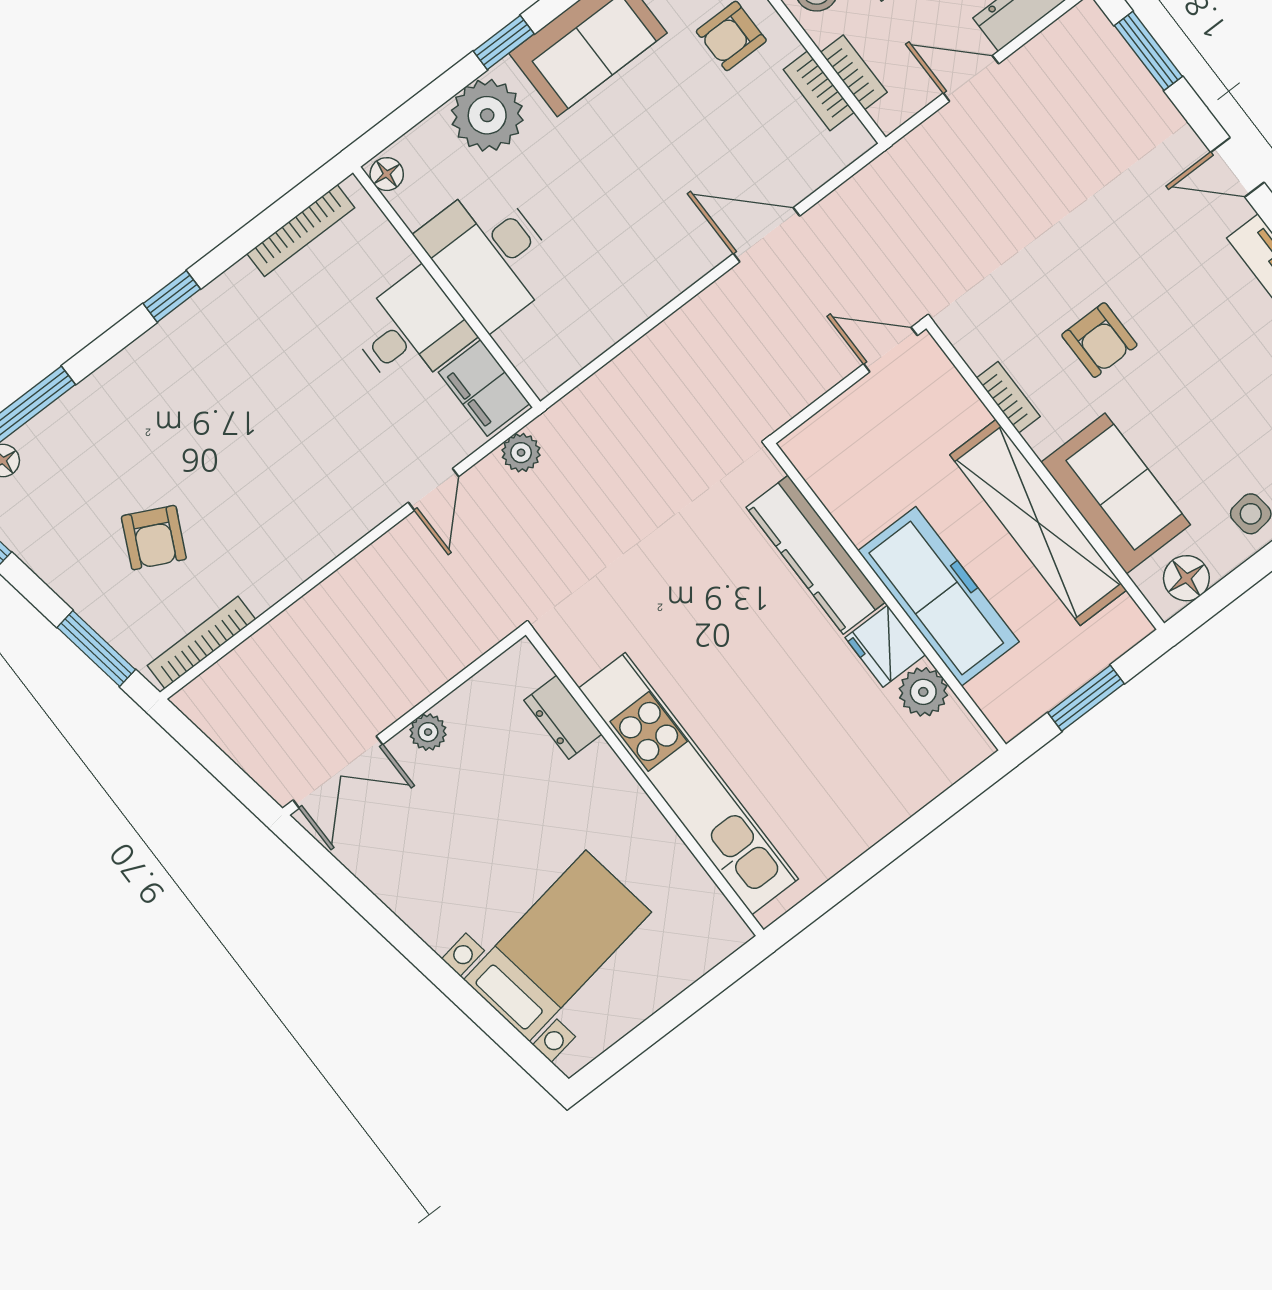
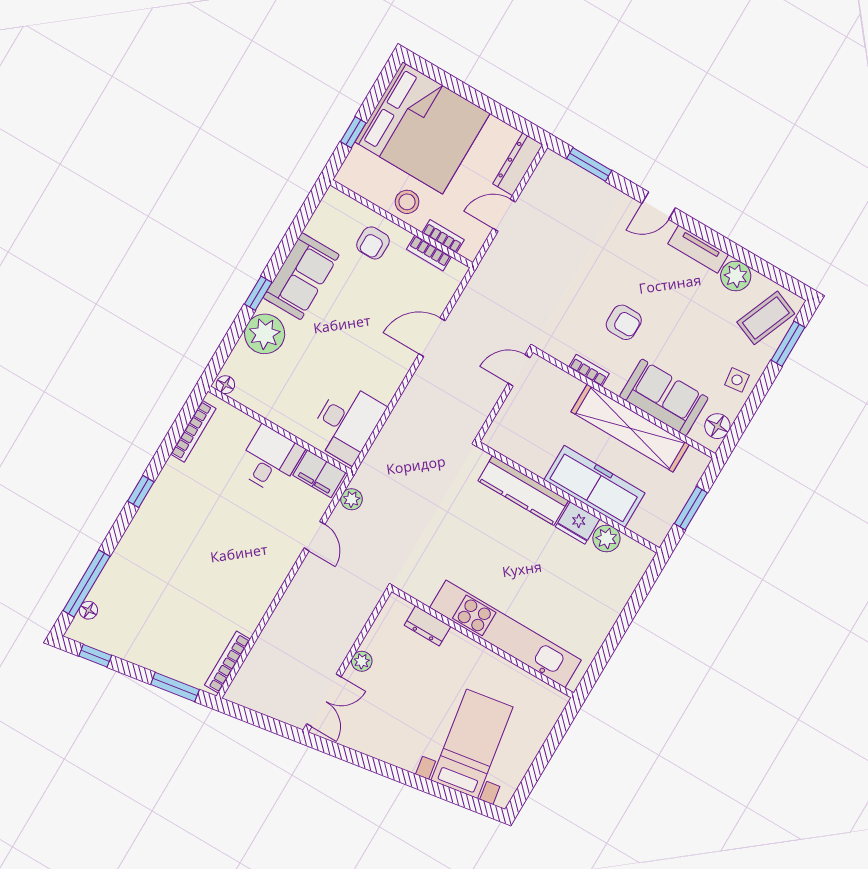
desk: (490, 255) -> (347, 423), moved, turned -90
armchair: (154, 538) -> (181, 618), removed

